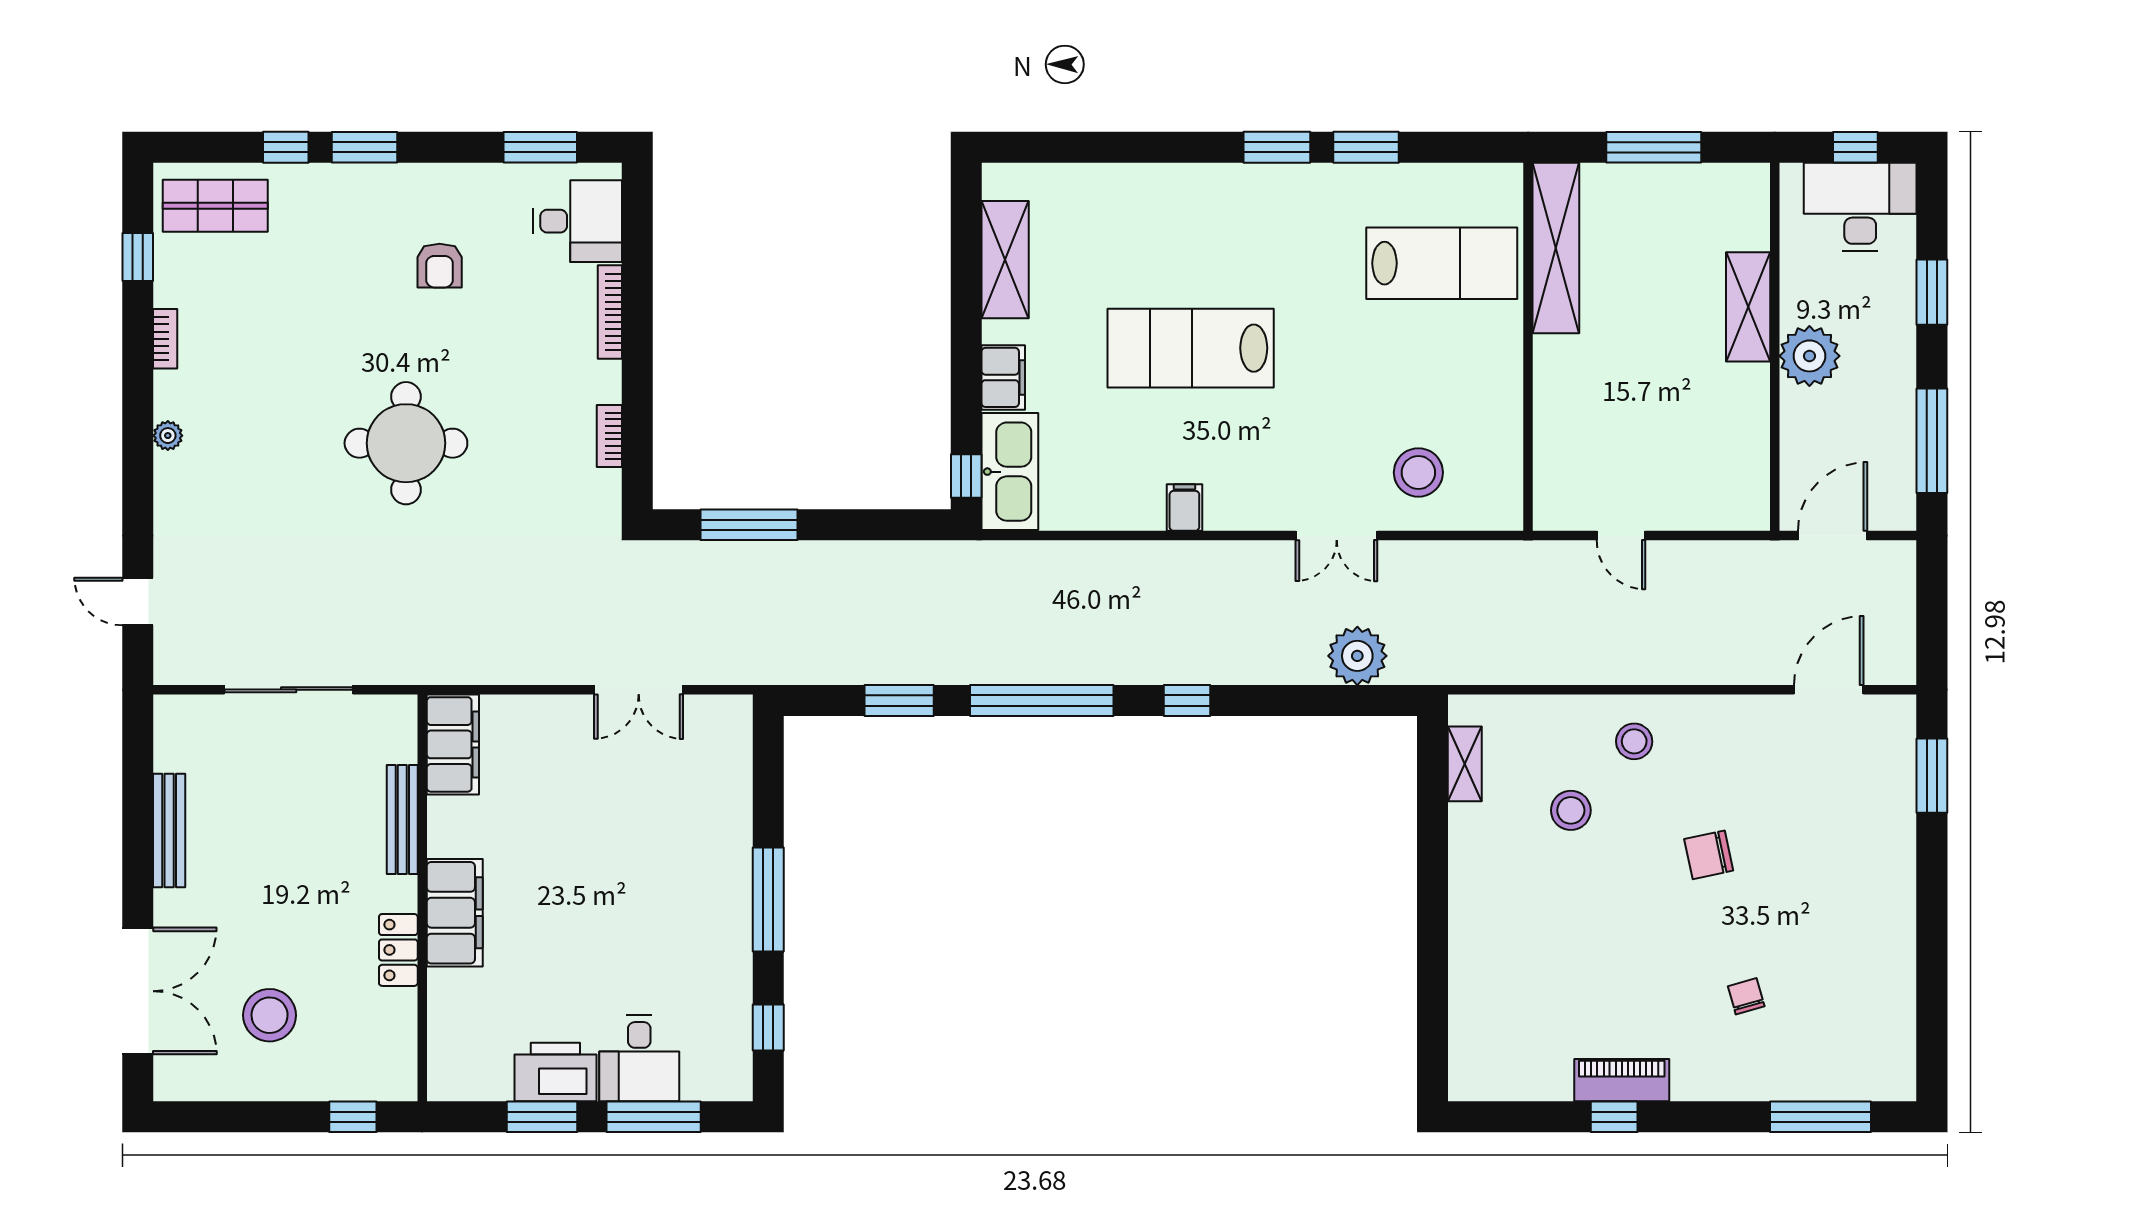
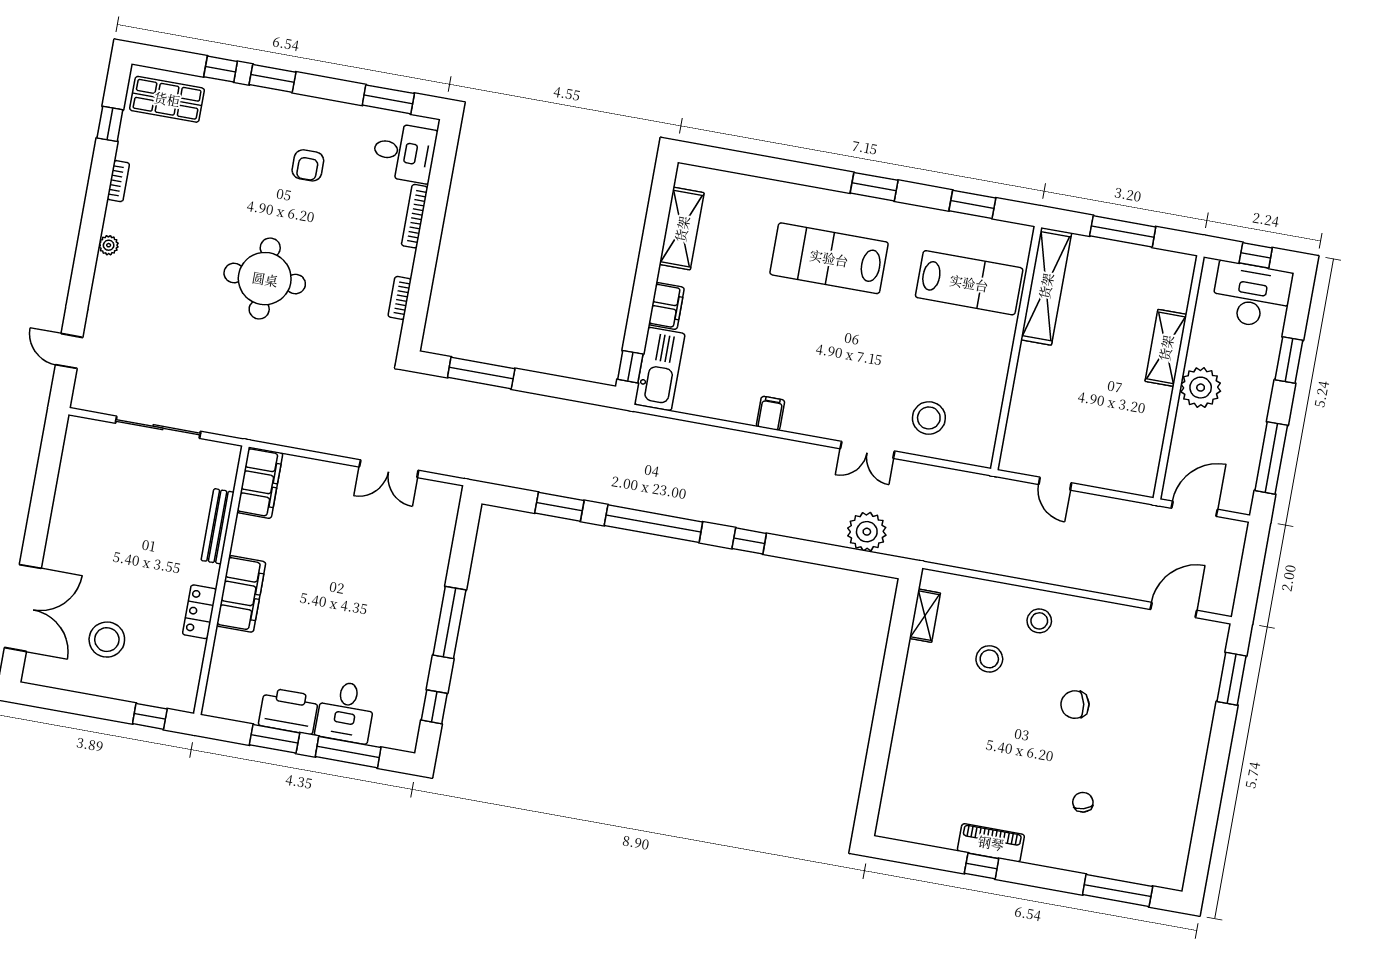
window: (1366, 147) -> (972, 204), moved
lab bench: (1191, 348) -> (829, 258), moved
bench: (169, 830) -> (63, 506), removed

